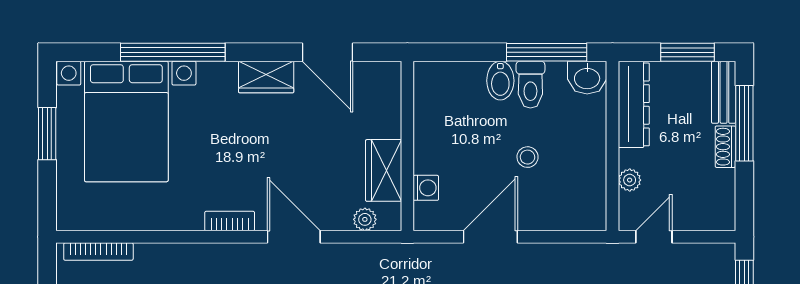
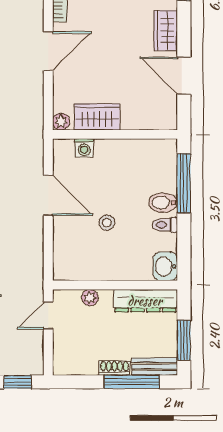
door: (328, 52) -> (184, 76), hinge flipped
window: (547, 52) -> (184, 183), moved
toilet: (530, 85) -> (165, 225), width x0.73, depth x0.72
plant: (365, 219) -> (61, 122), moved
door: (654, 237) -> (48, 315), swing flipped

